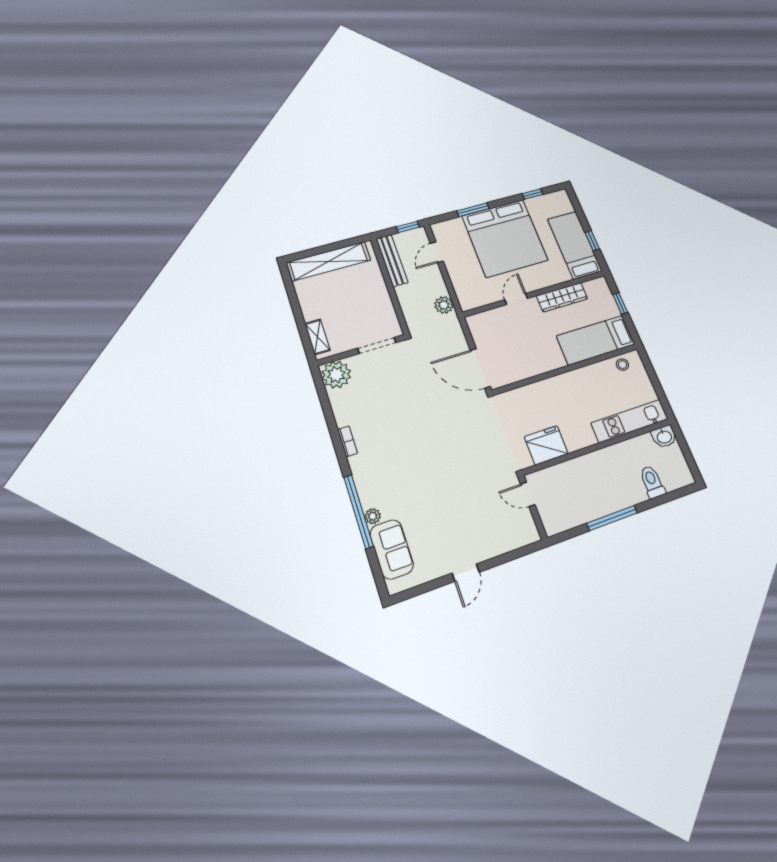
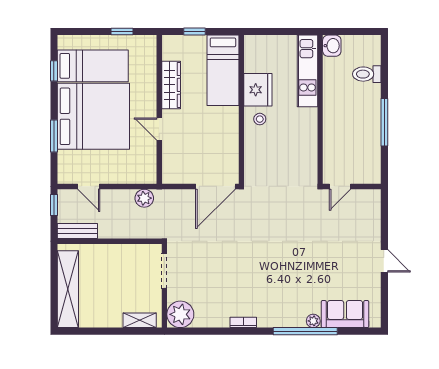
bed: (575, 245) -> (93, 66), moved, turned 180
bench: (392, 261) -> (77, 231), width x0.73
stool: (622, 365) -> (260, 119), moved
fridge: (546, 445) -> (258, 90), moved, turned 180

